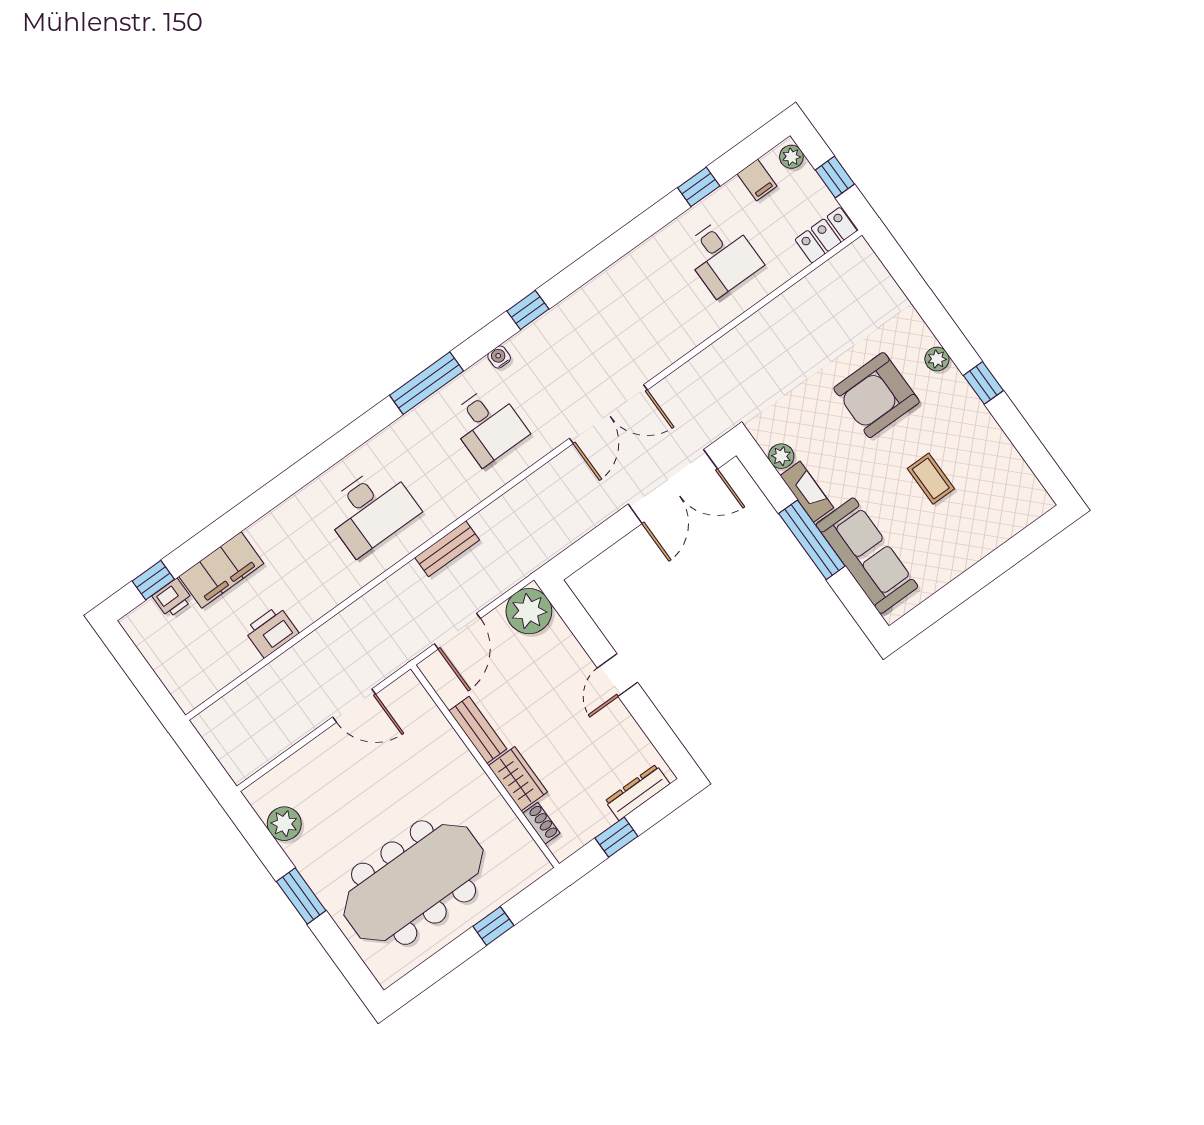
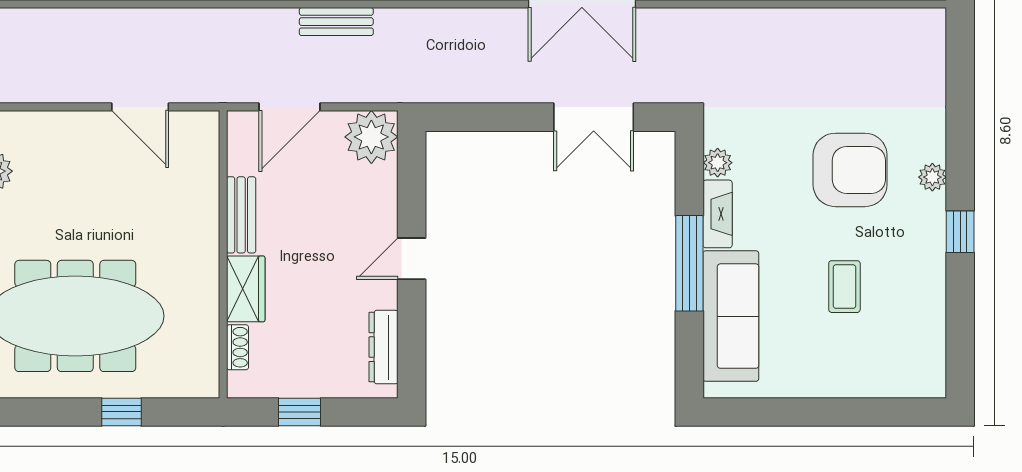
armchair: (876, 395) -> (850, 170), turned 180
double door: (673, 487) -> (594, 117), width x0.73
dresser: (637, 792) -> (383, 347), moved, turned -90

